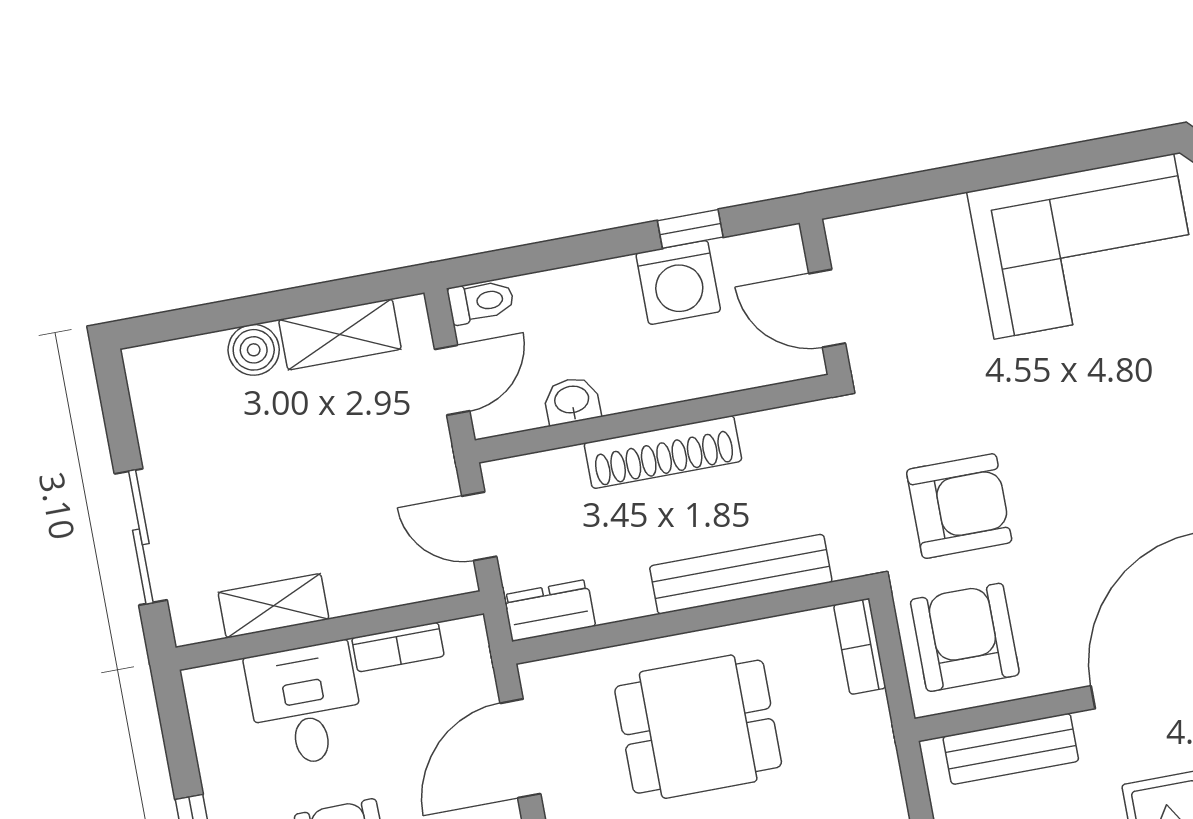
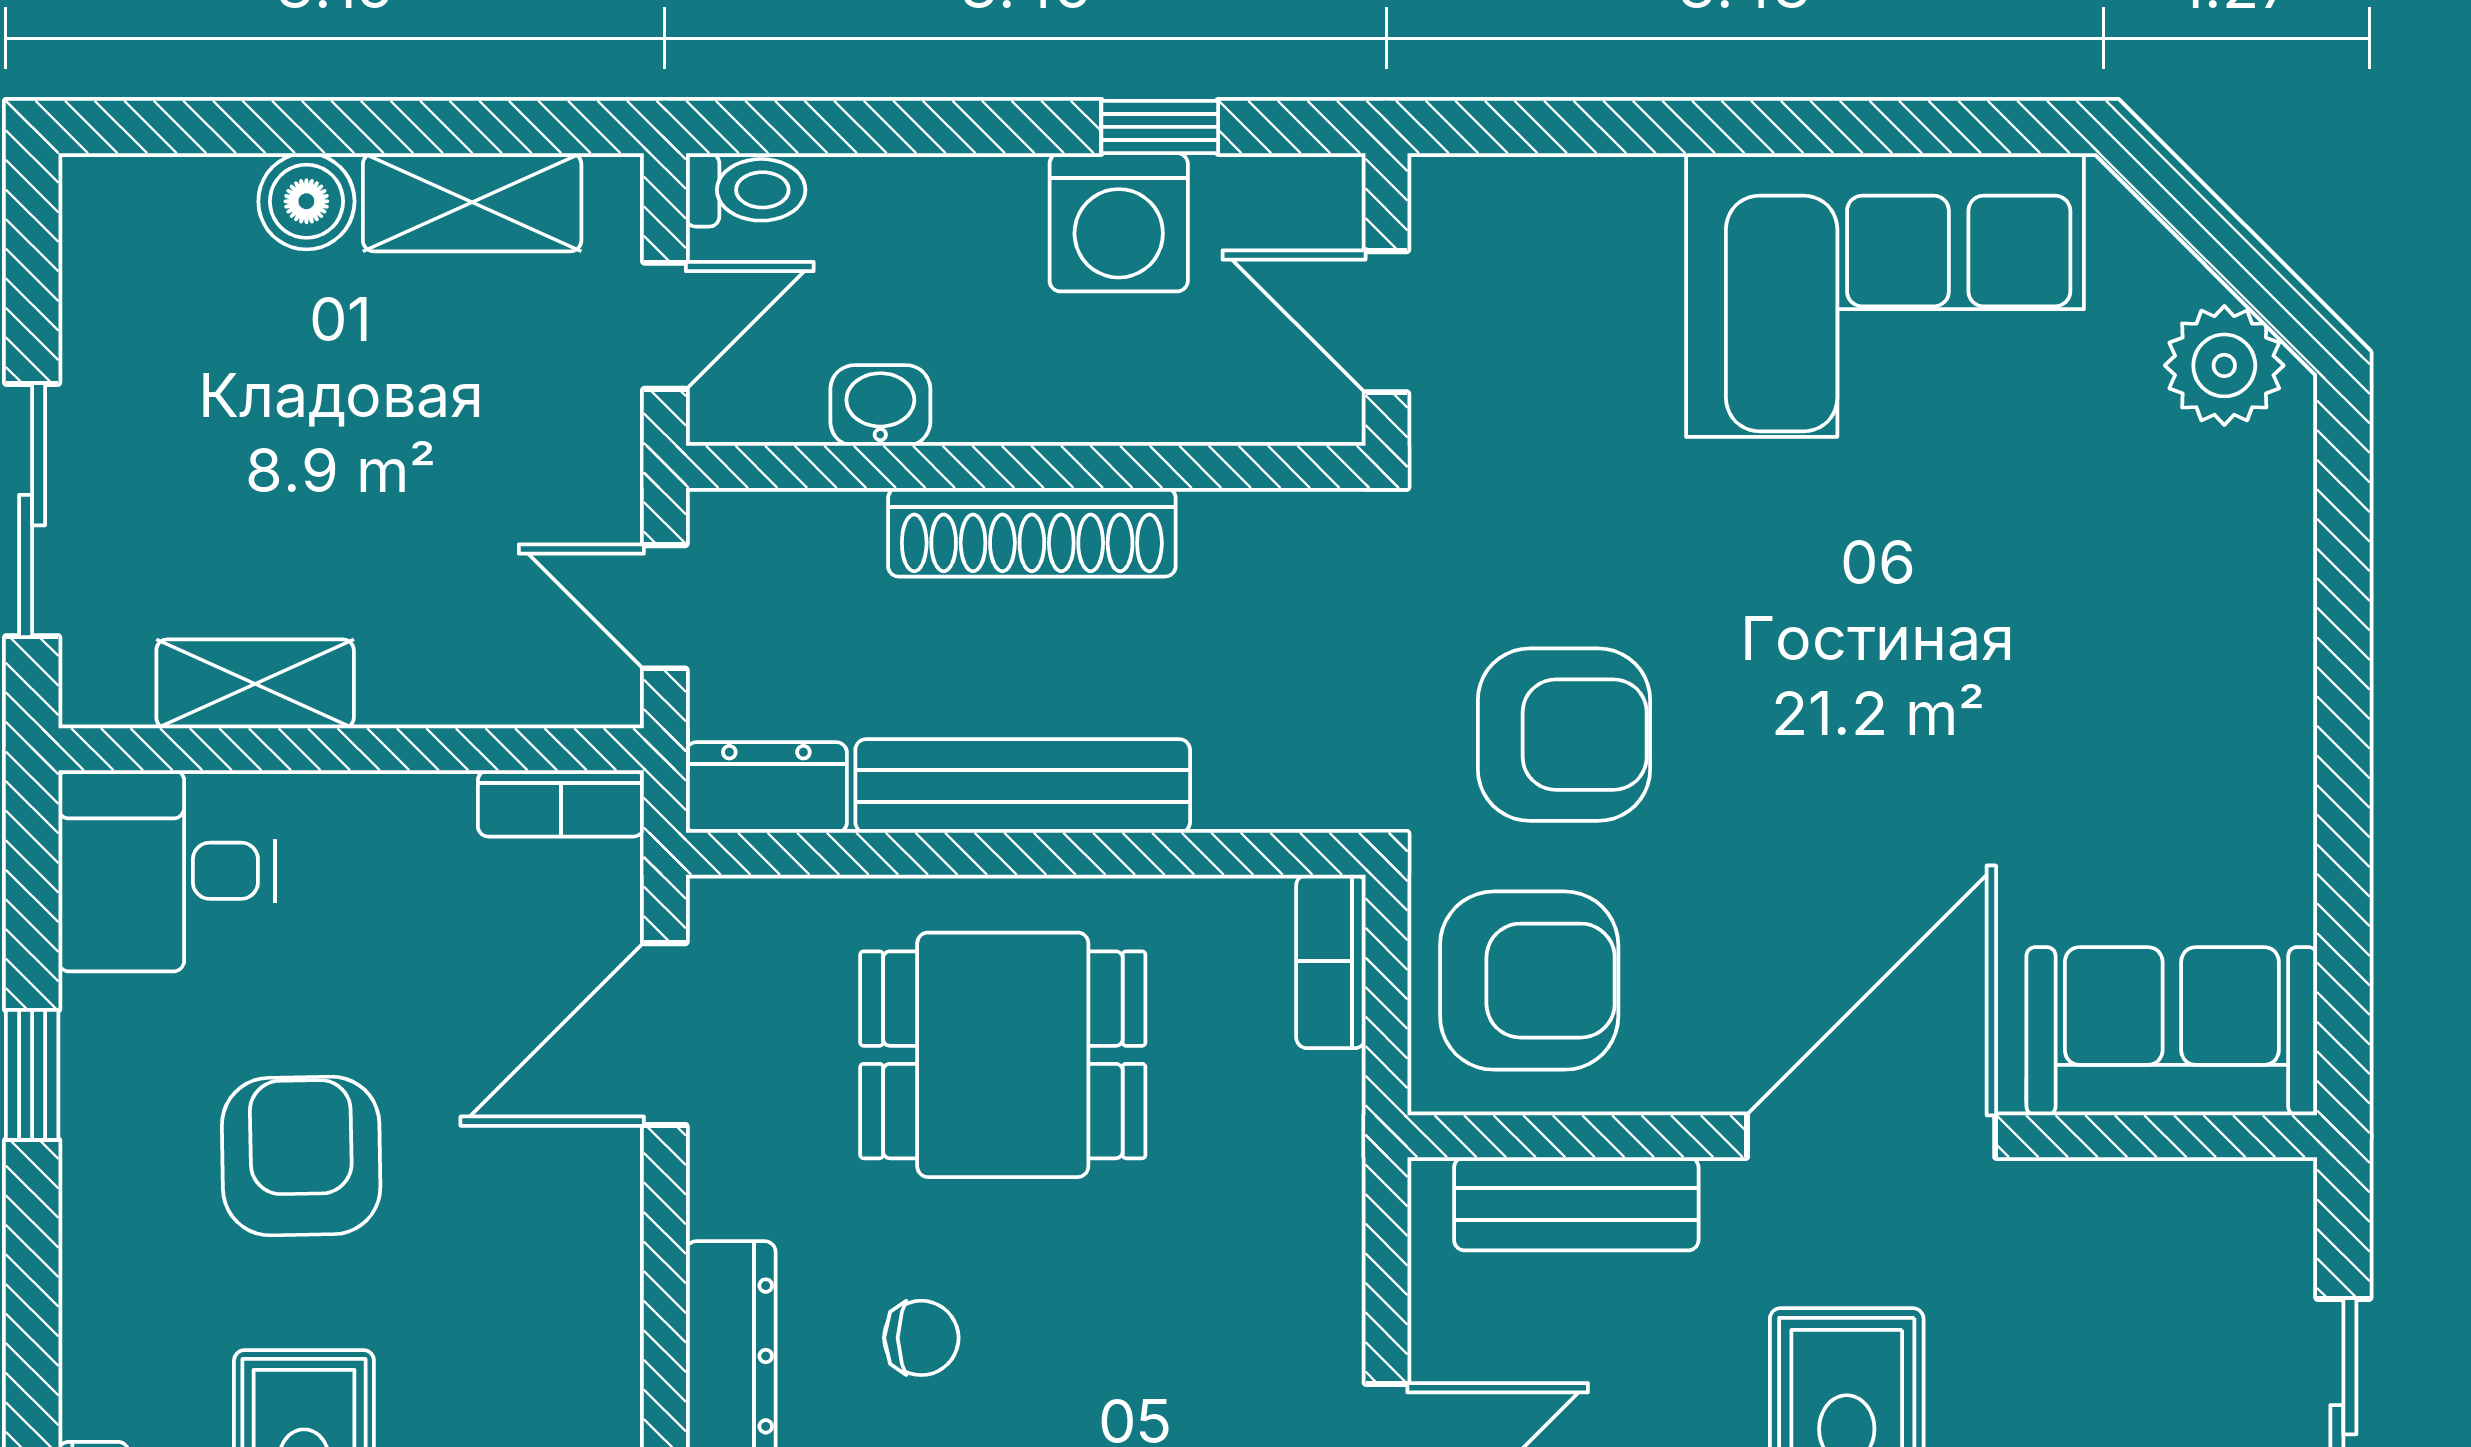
bench: (741, 574) -> (1023, 786), moved
armchair: (965, 637) -> (1529, 981), turned 90
bookcase: (398, 647) -> (561, 803), moved
desk: (305, 705) -> (167, 871), moved, turned -90

